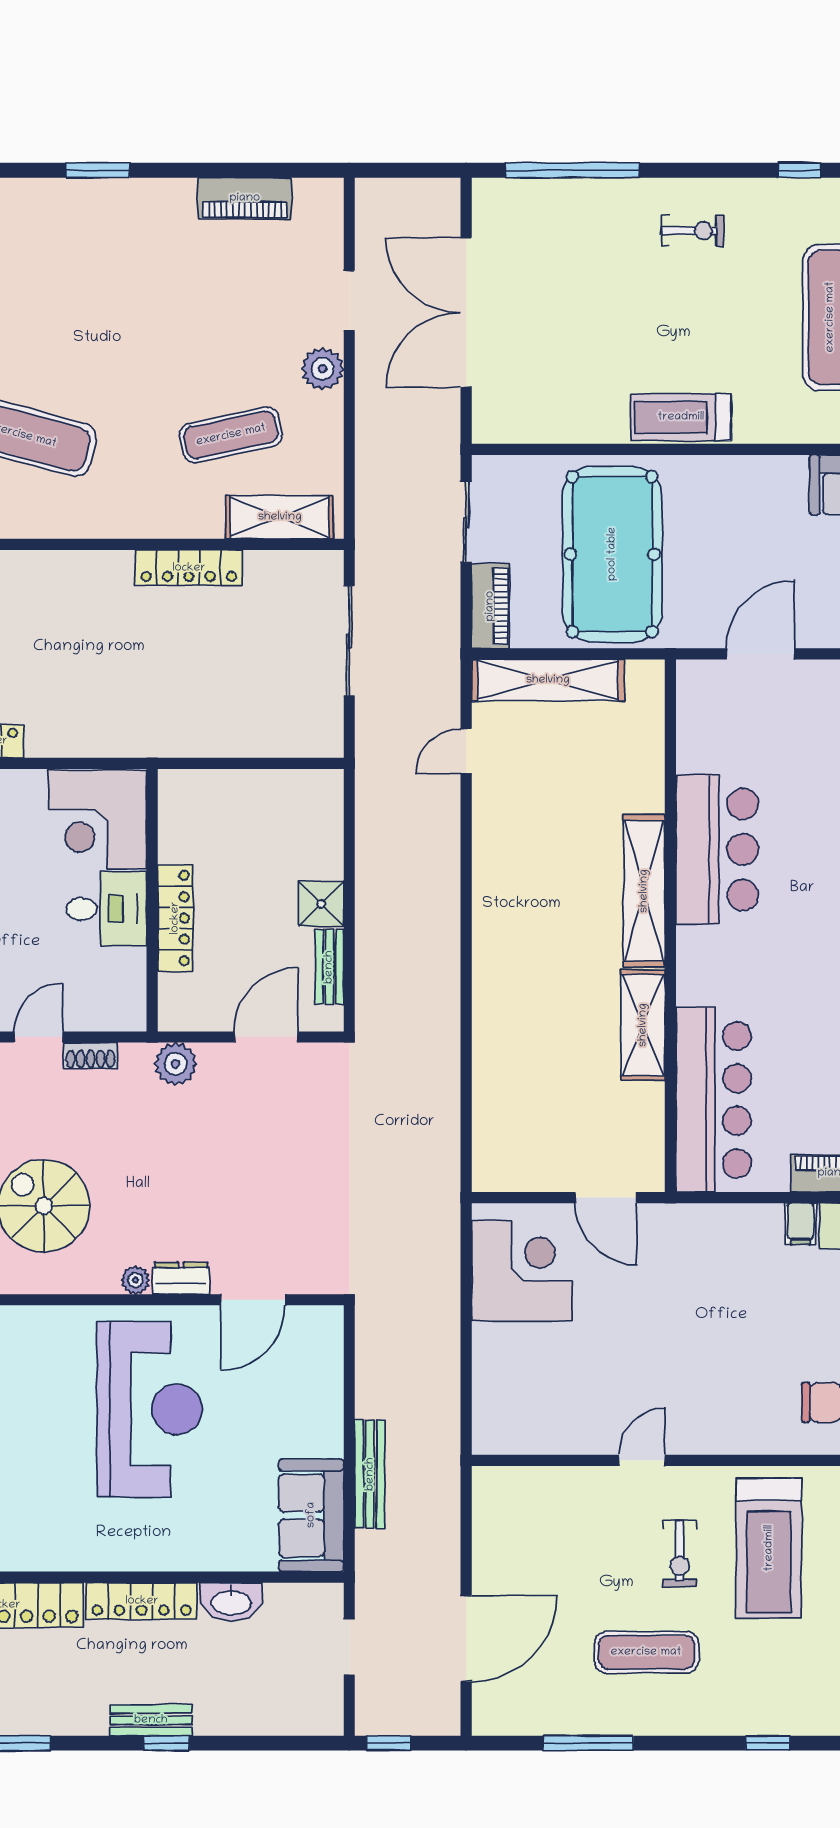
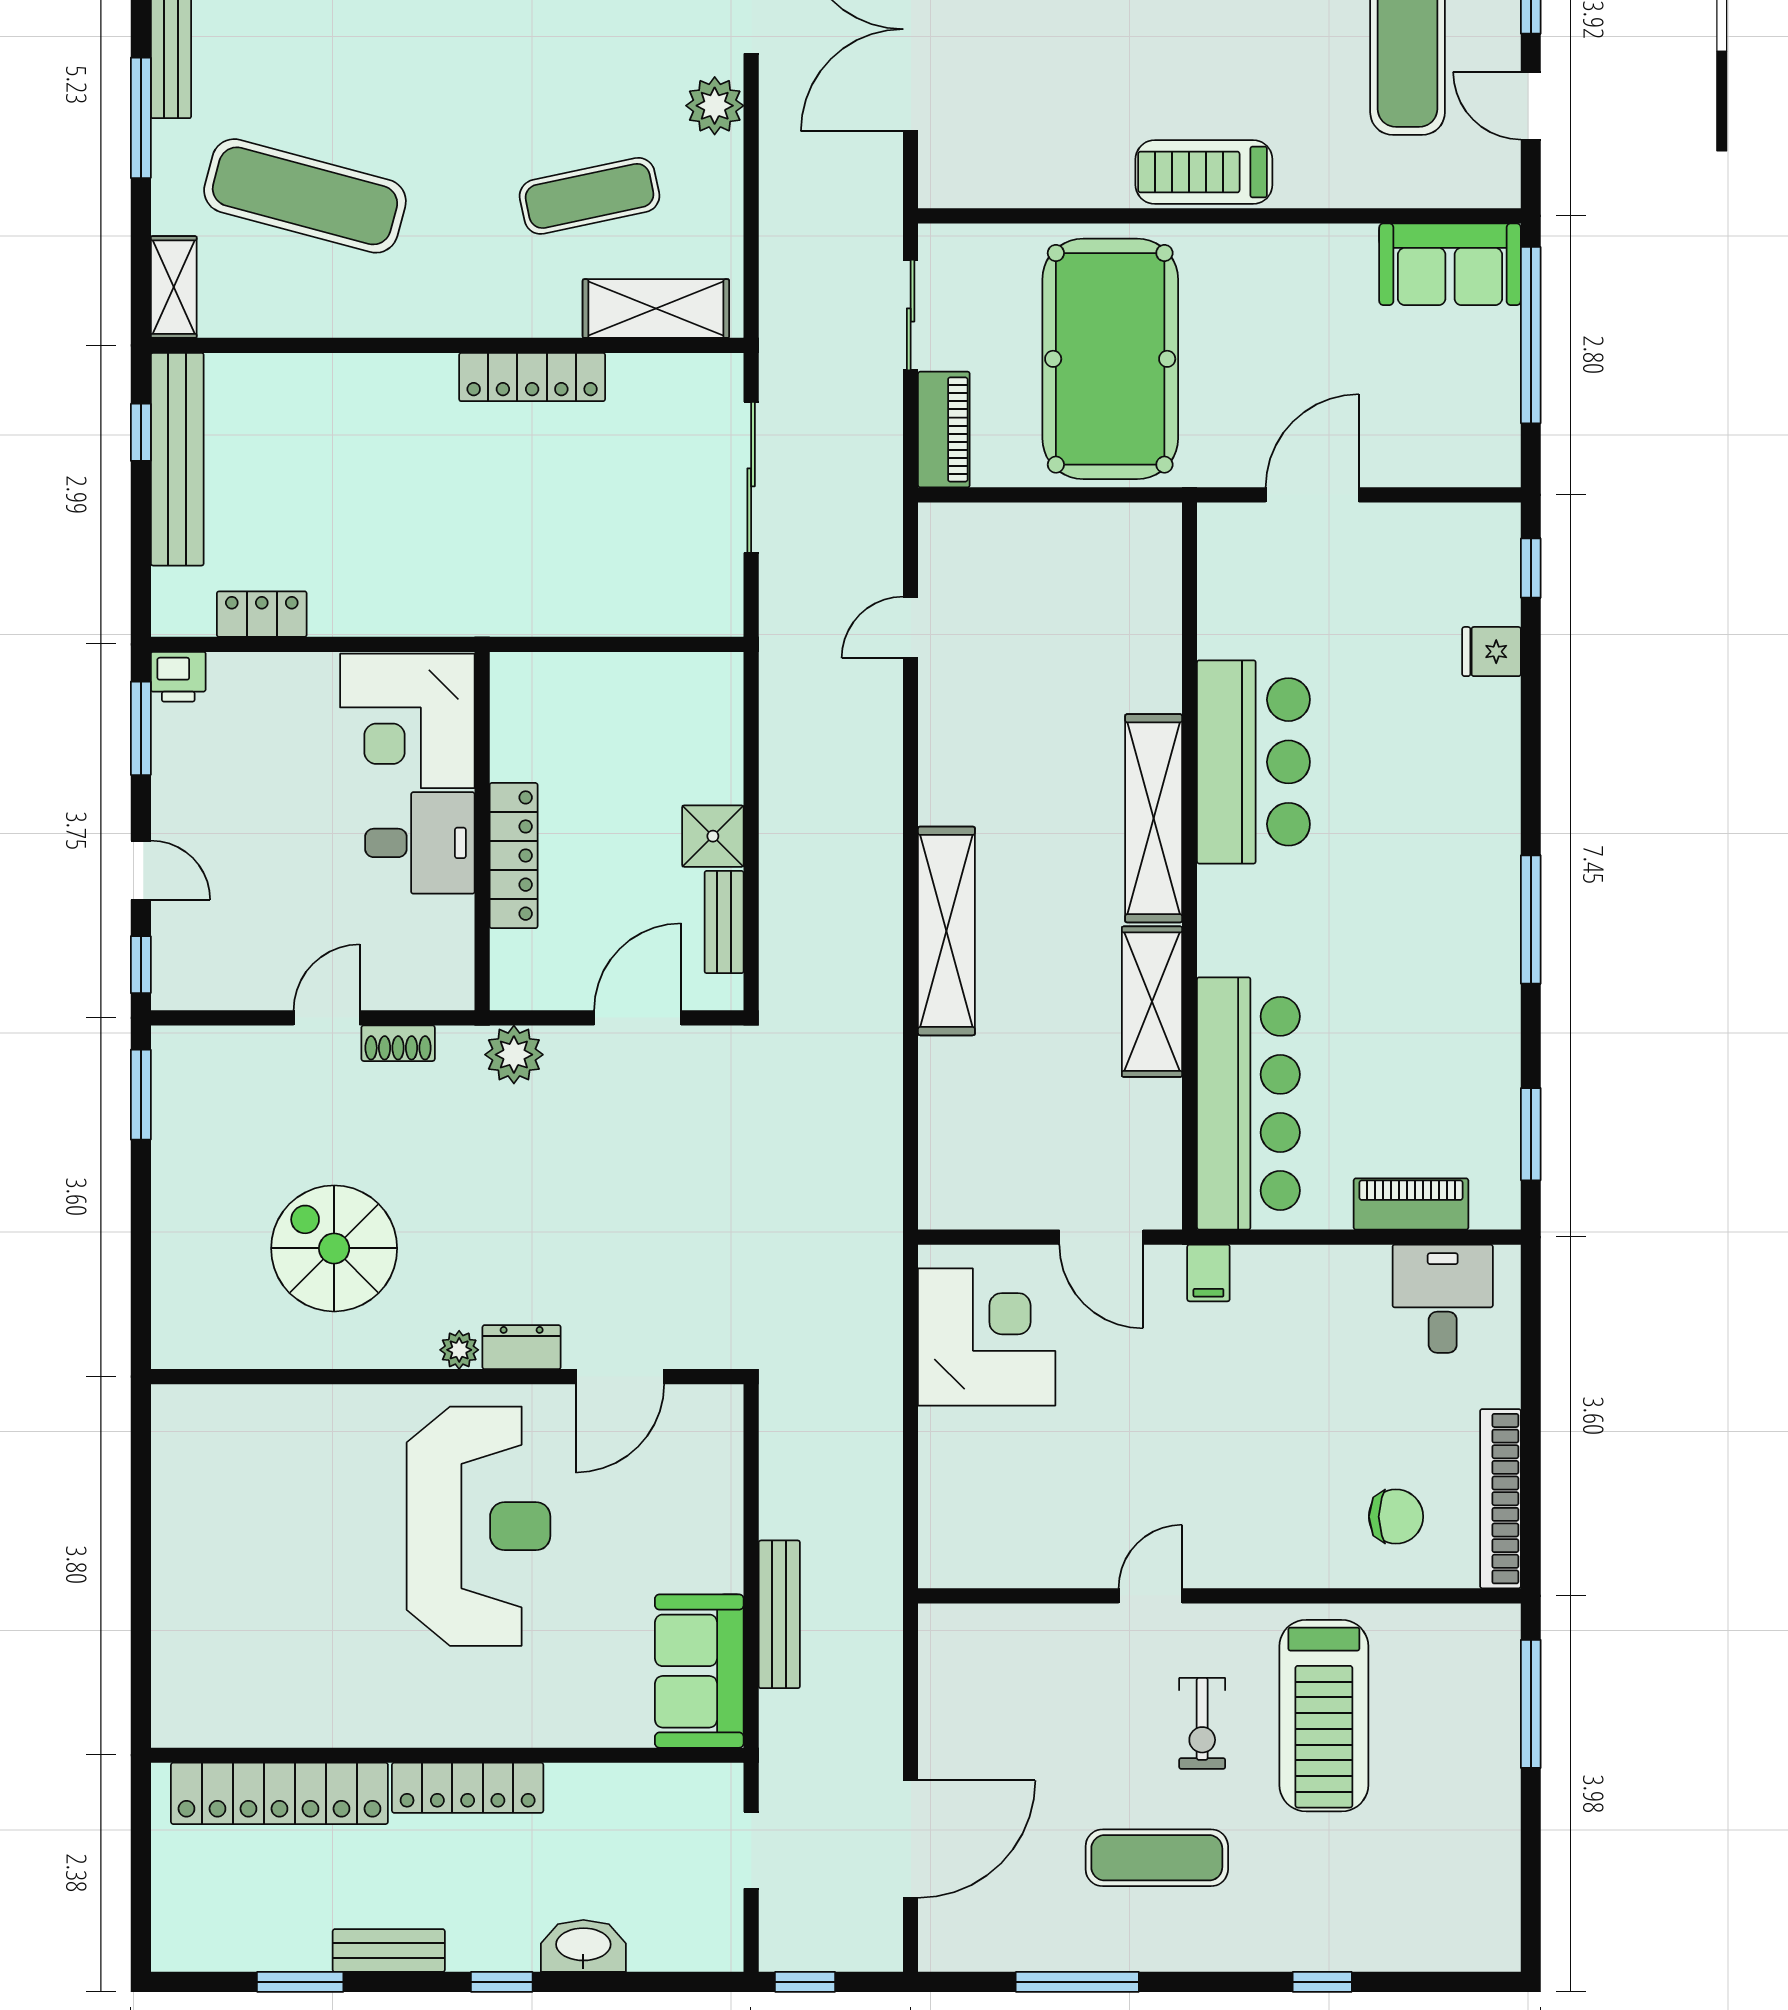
shelving: (548, 680) -> (946, 931), moved, turned 90
filing cabinet: (801, 1224) -> (1208, 1273), moved
washbasin: (231, 1602) -> (583, 1946), moved, turned 180
bench: (151, 1720) -> (389, 1951), moved

